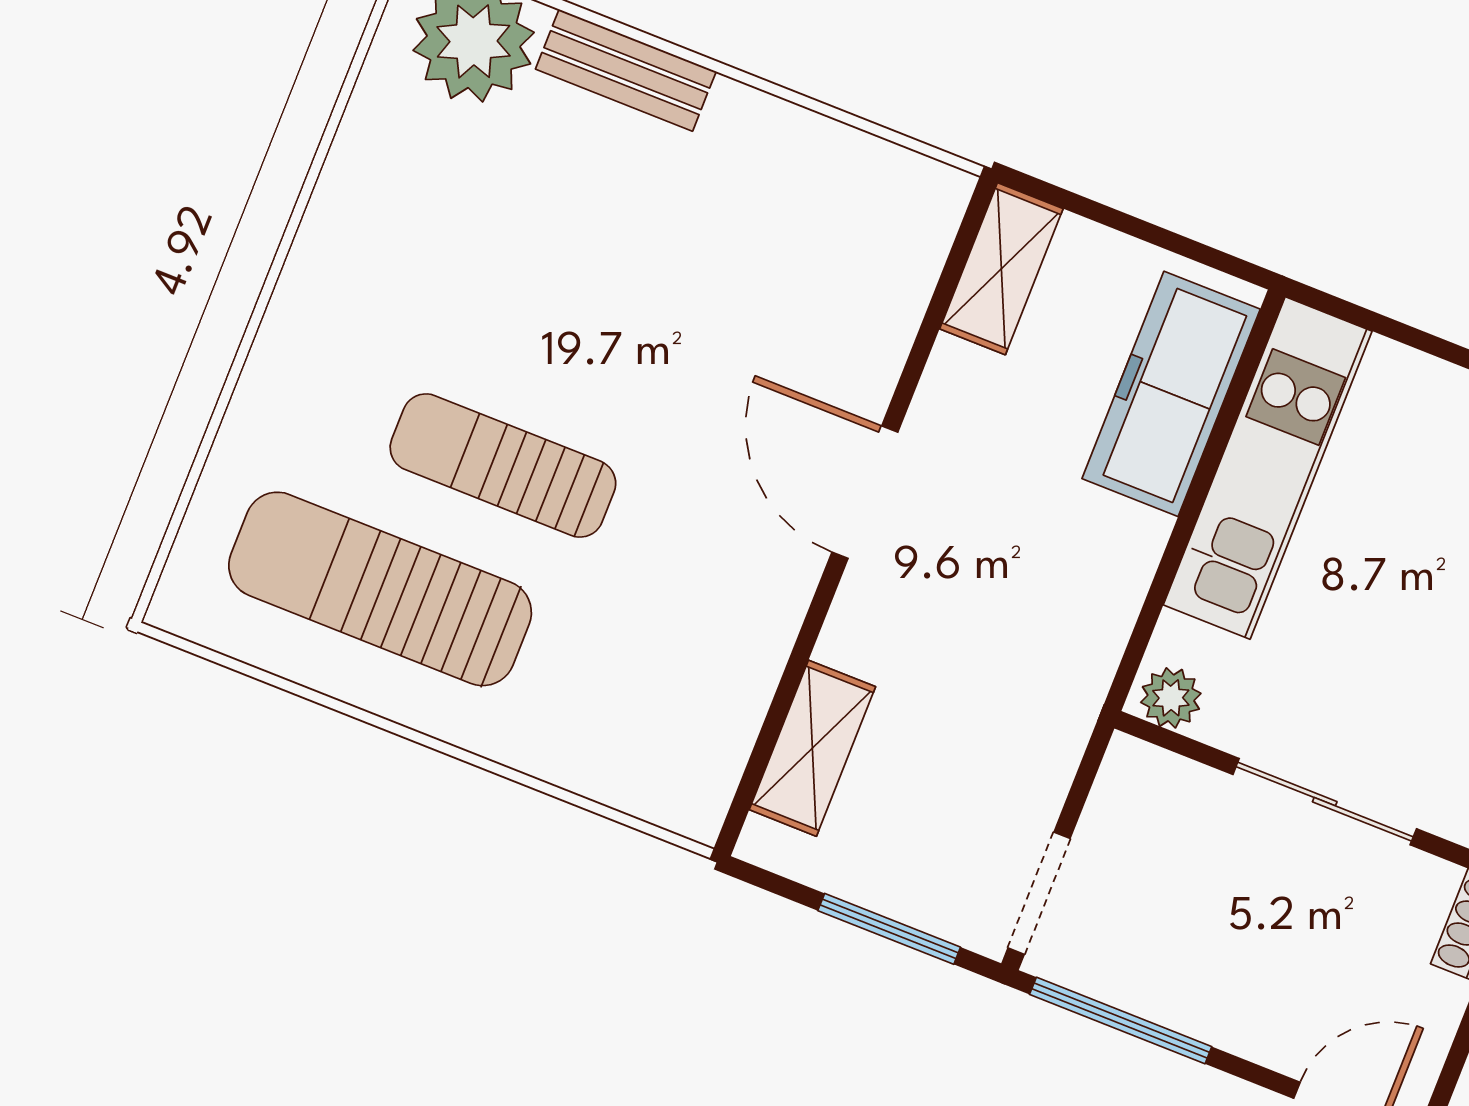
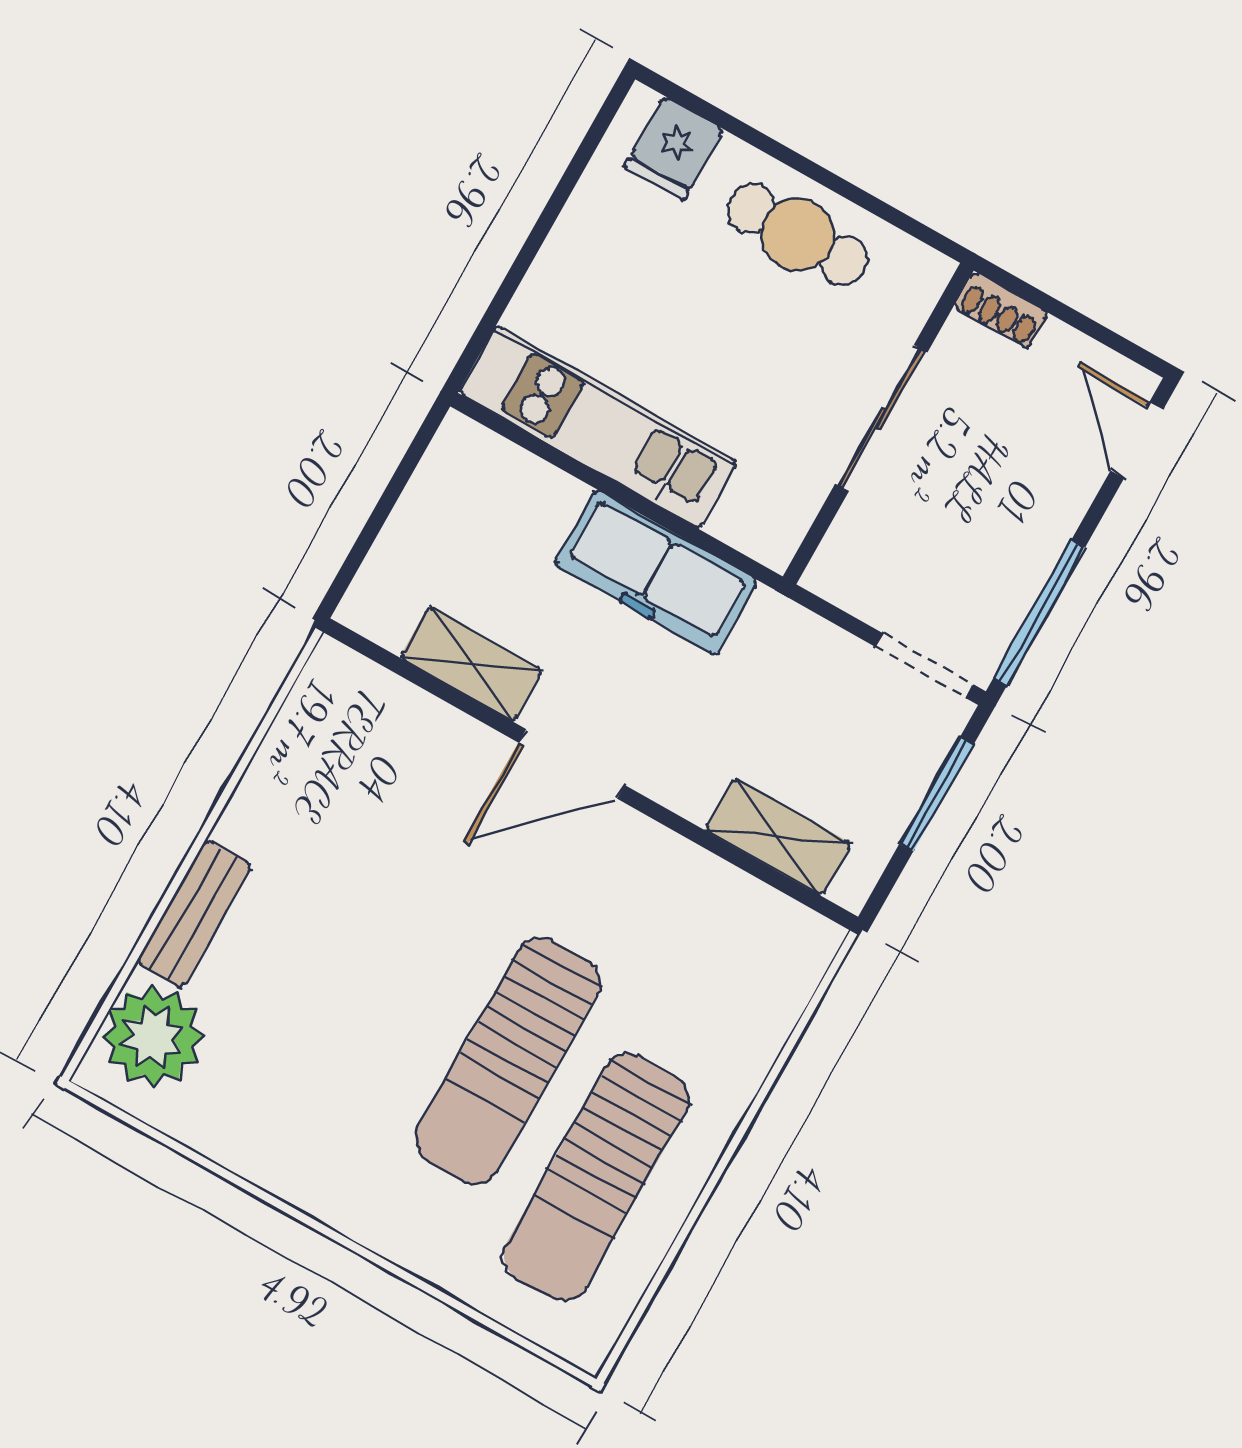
shelving: (1001, 269) -> (471, 664), moved
freezer: (1171, 394) -> (656, 573), moved
sun lounger: (503, 465) -> (508, 1061), width x1.36, depth x1.34
plant: (1171, 698) -> (777, 534), removed

